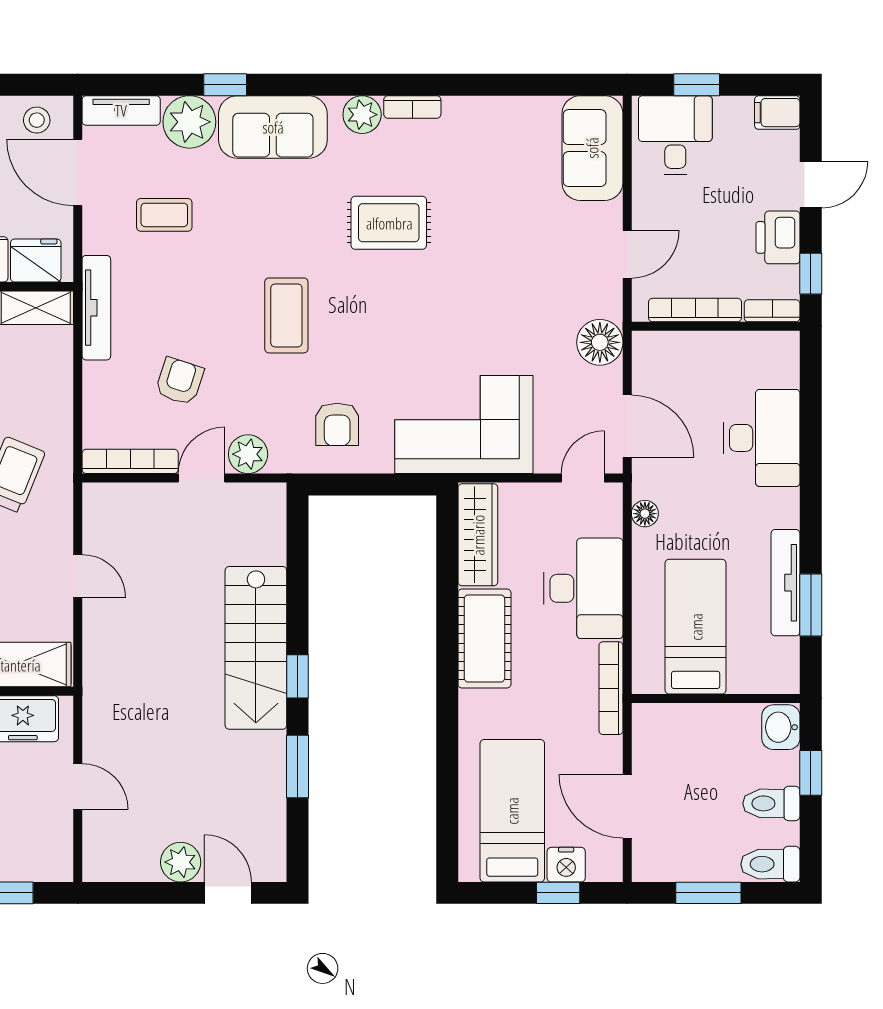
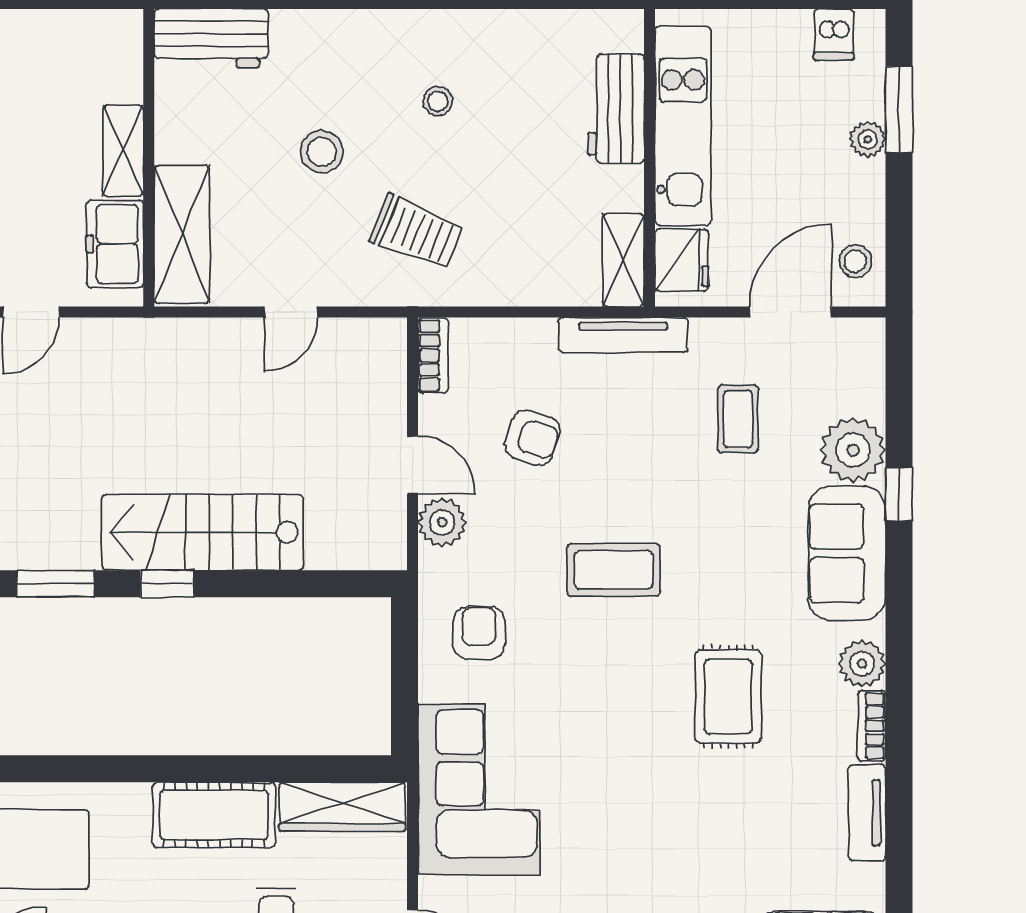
tv unit: (121, 110) -> (867, 813), moved
armchair: (337, 424) -> (479, 633), turned 90
bookcase: (130, 461) -> (433, 355), width x0.64

